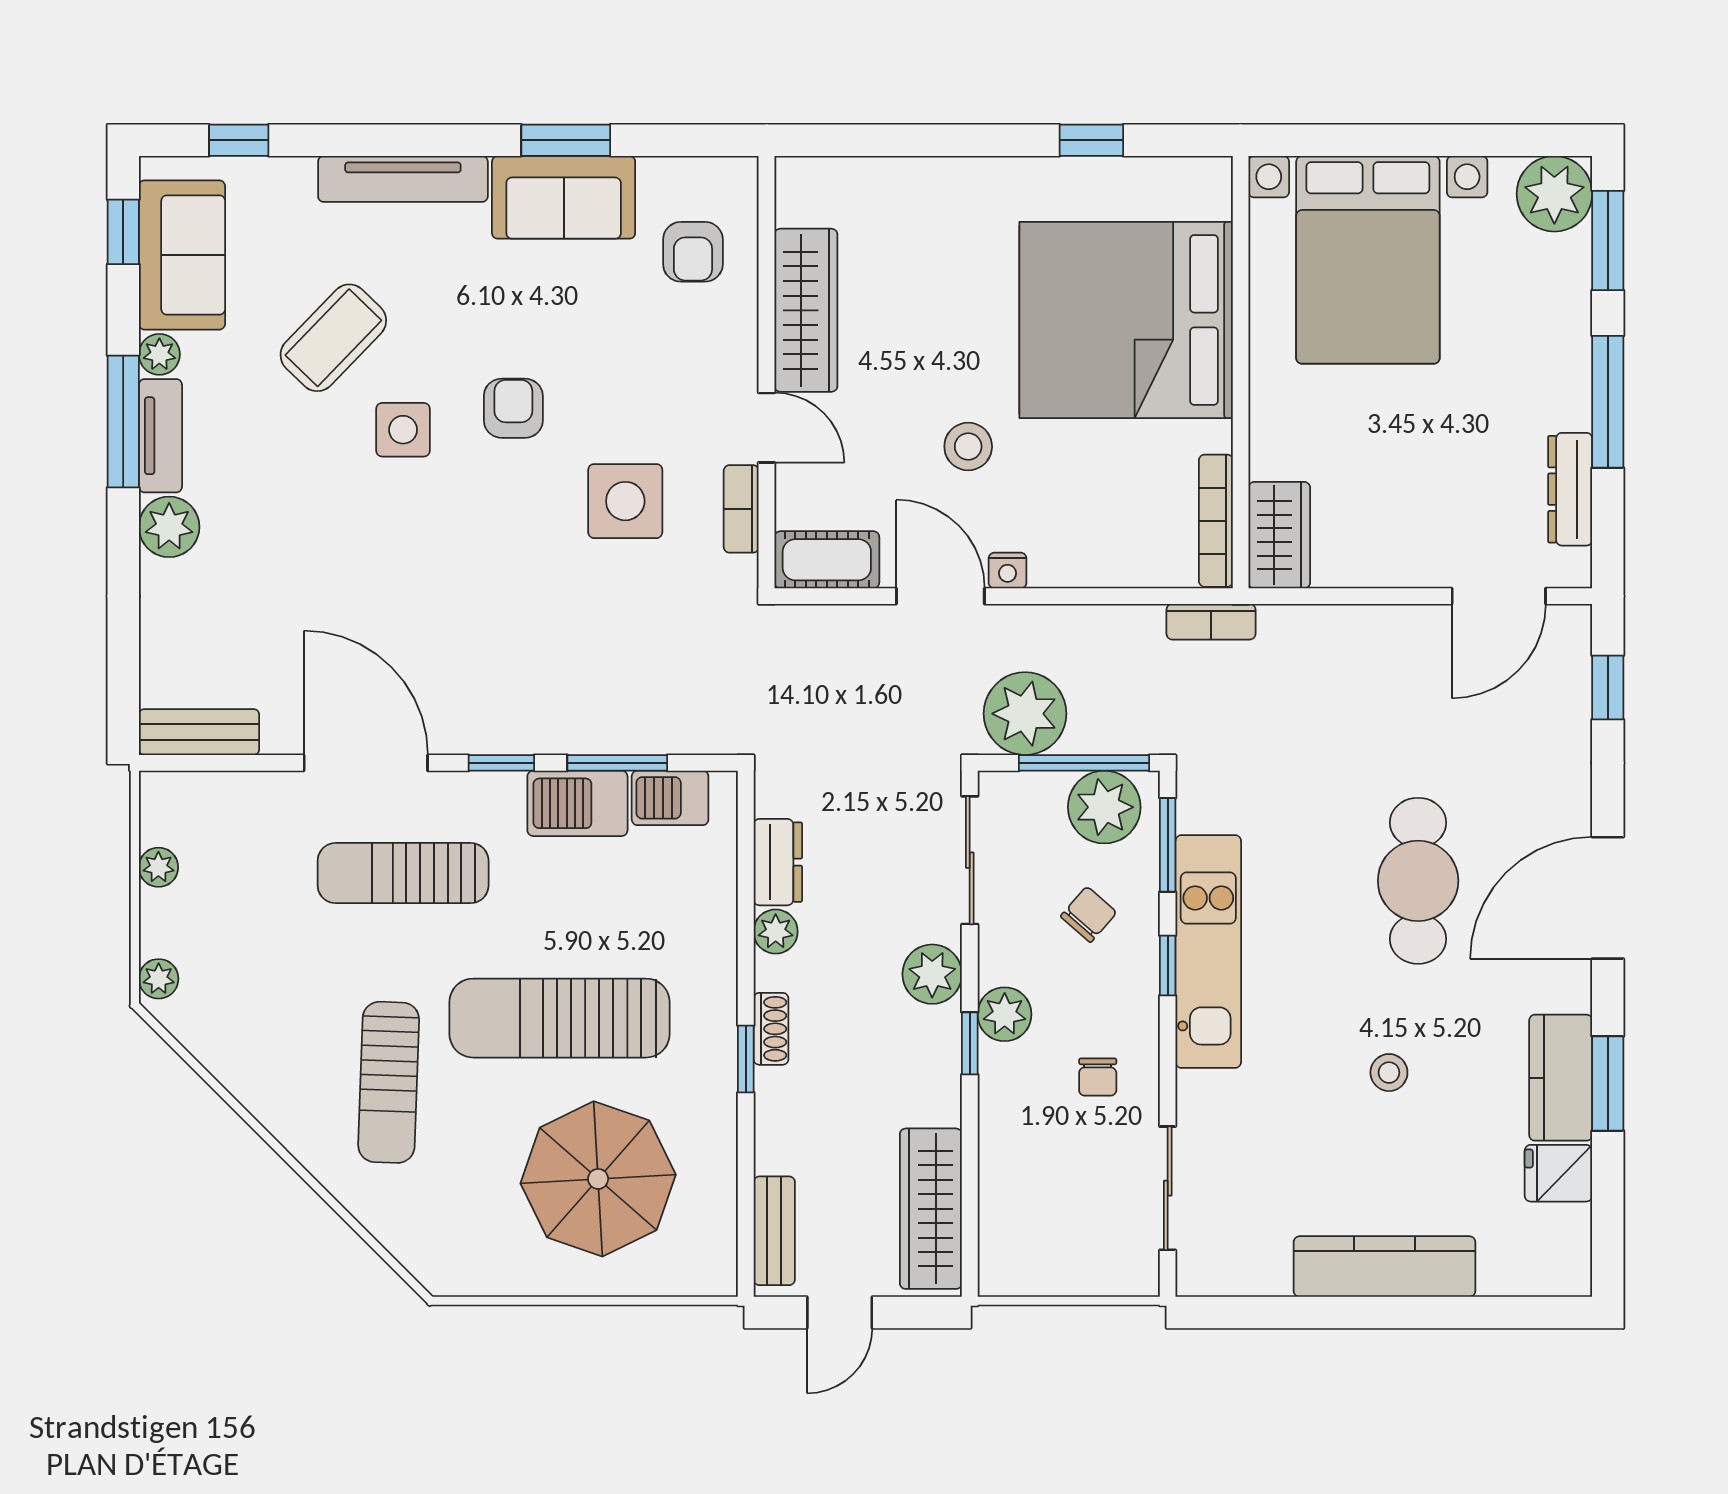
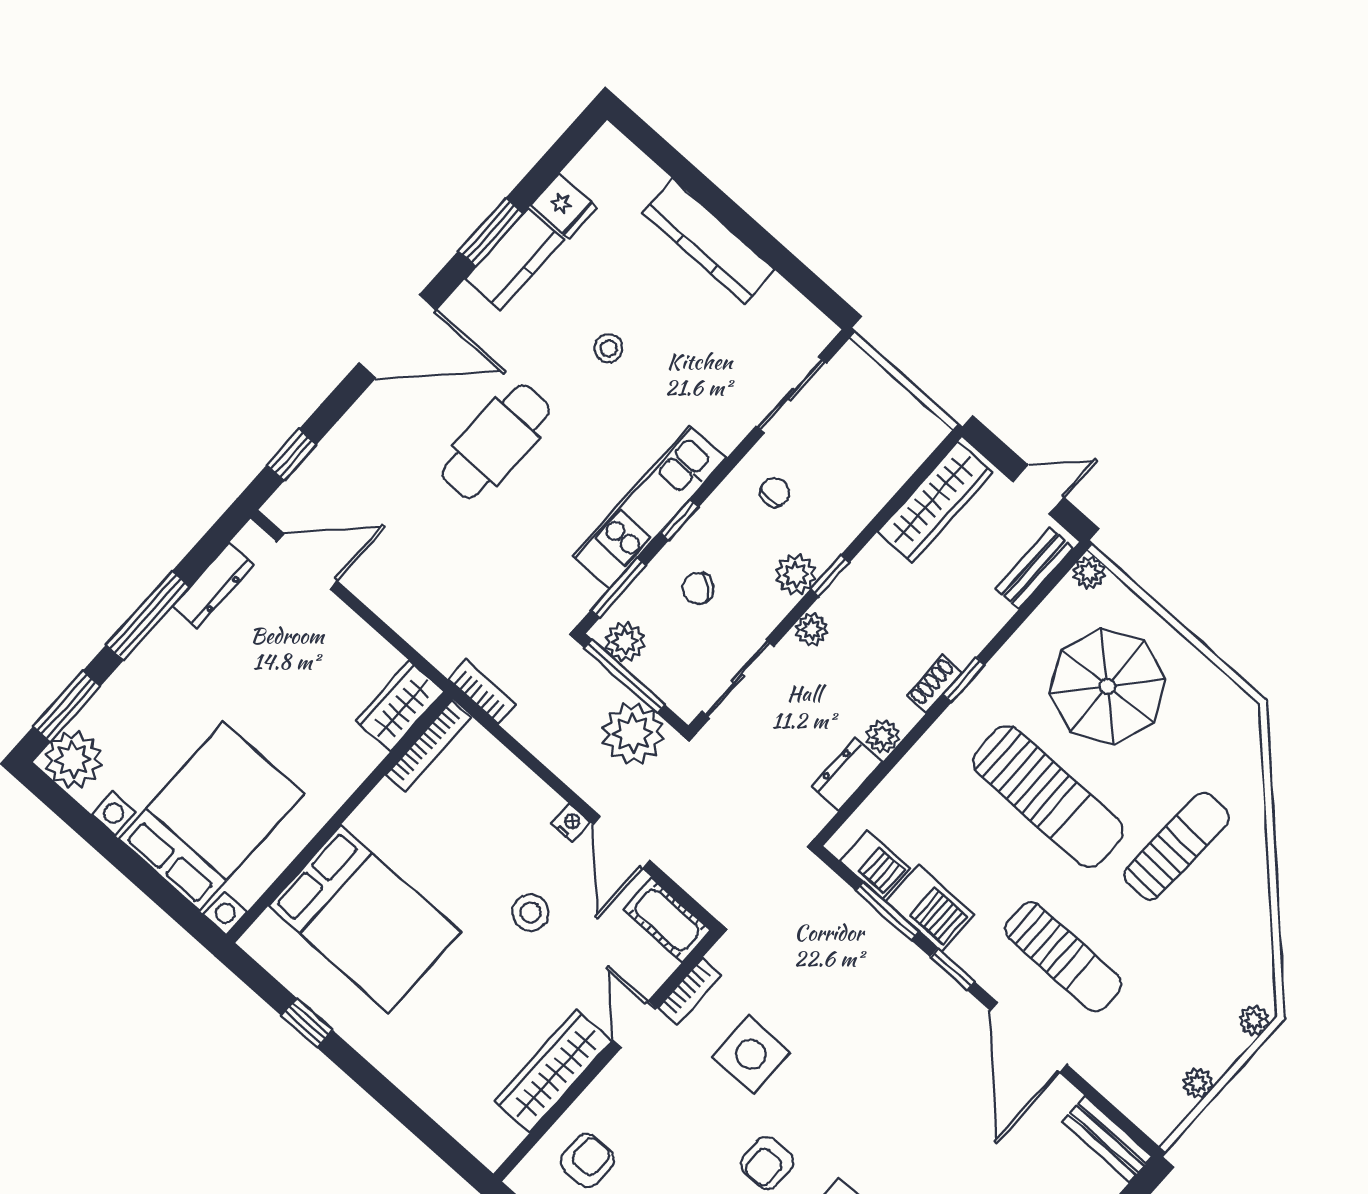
bed: (1126, 320) -> (365, 919), width x0.73
plant: (1104, 807) -> (625, 642), width x0.73, depth x0.73
plant: (932, 974) -> (812, 629), width x0.73, depth x0.73
plant: (716, 1275) -> (1089, 573), added

